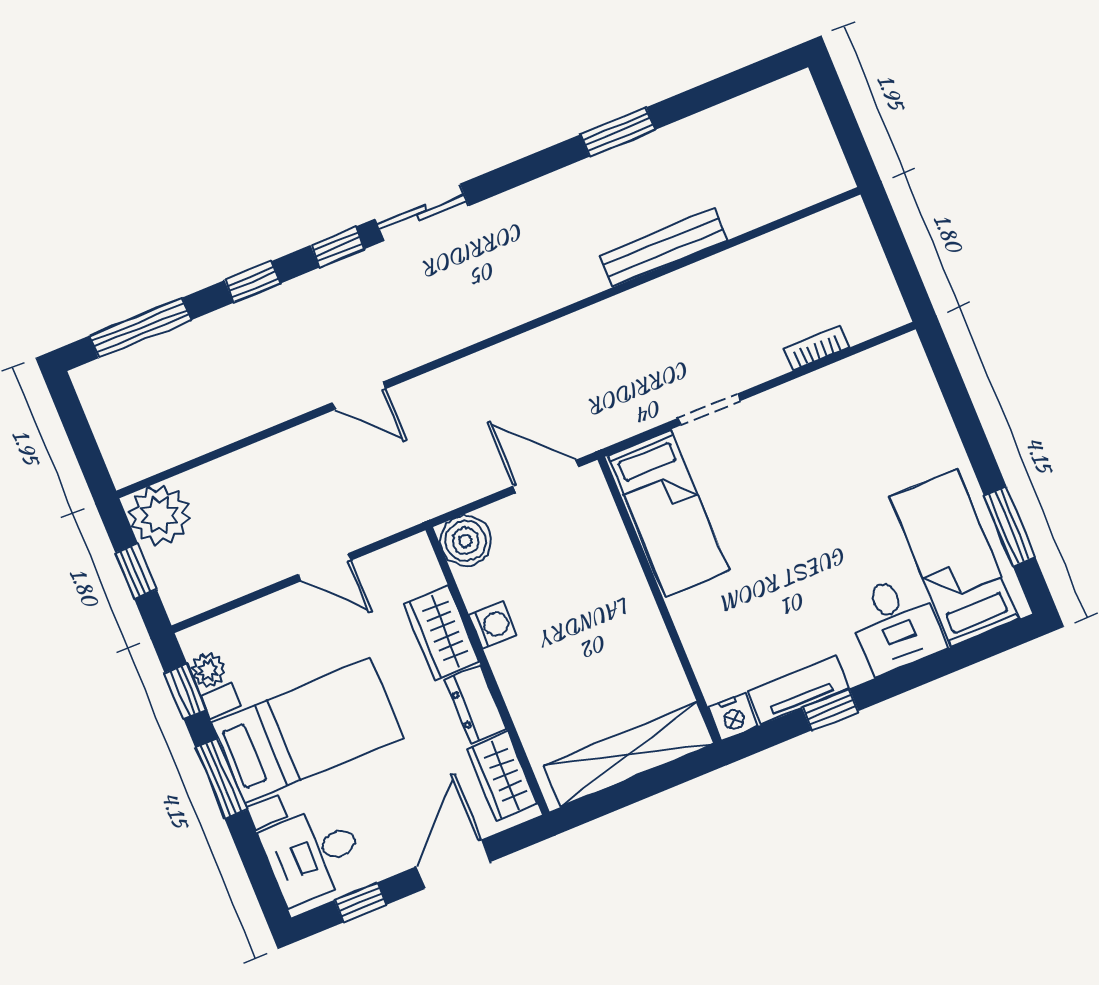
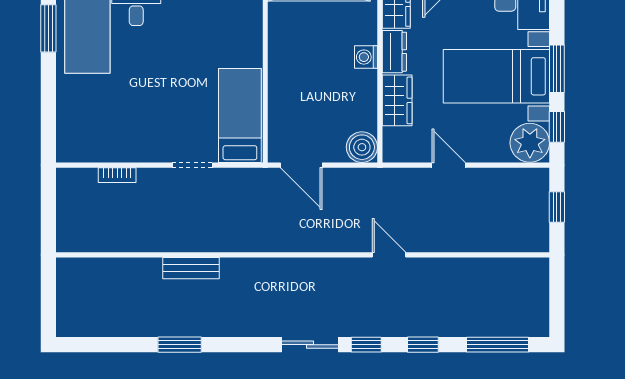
bench: (663, 248) -> (191, 268), width x0.73
plant: (159, 515) -> (530, 233), removed
washing machine: (493, 625) -> (366, 57), moved
plant: (208, 670) -> (530, 143), width x1.87, depth x1.87

